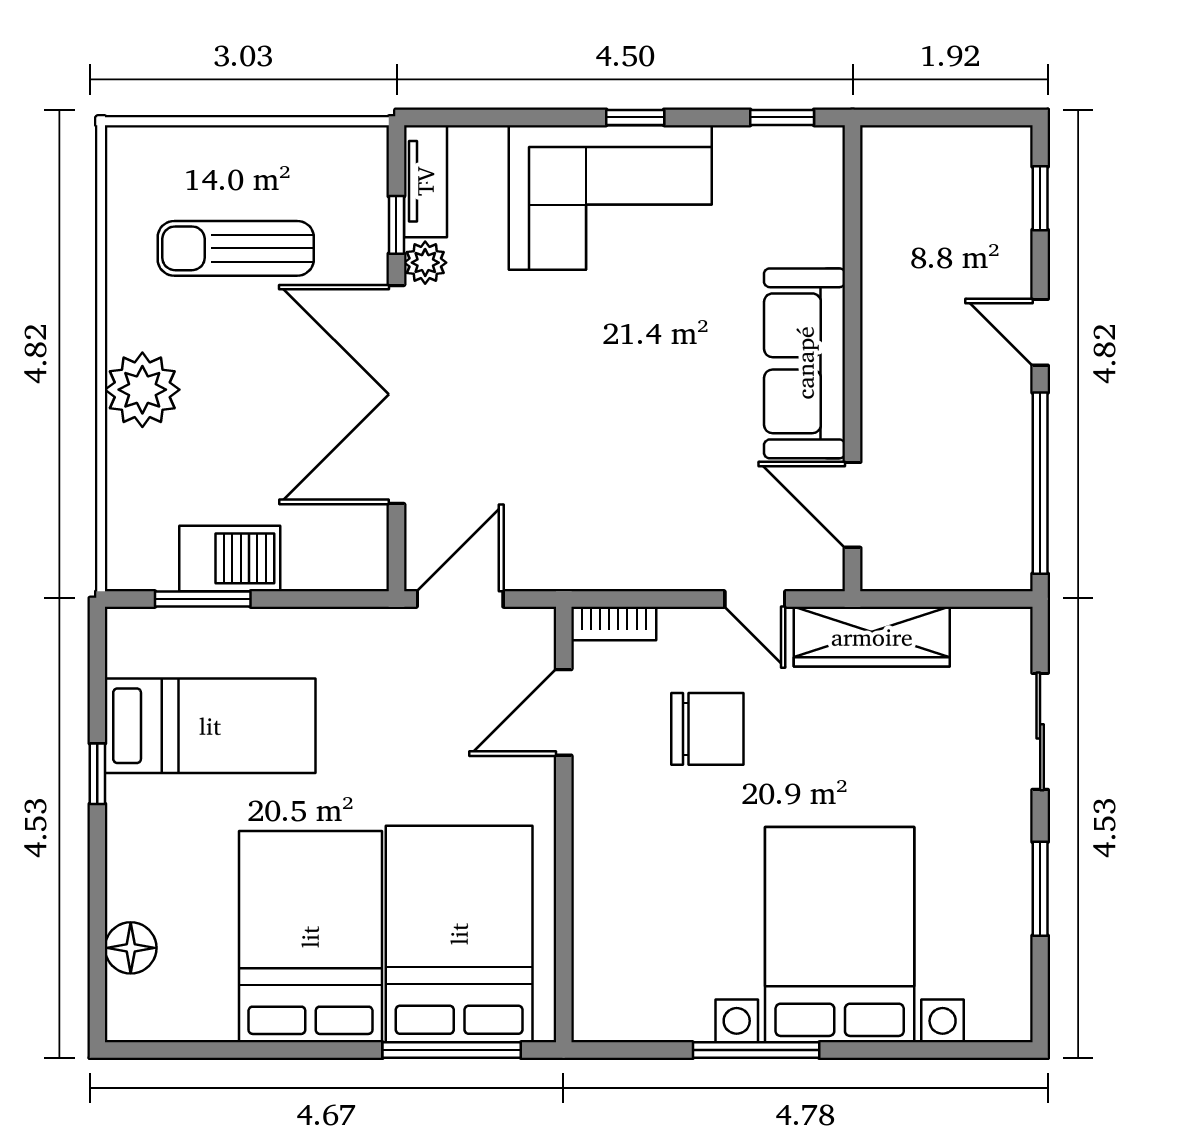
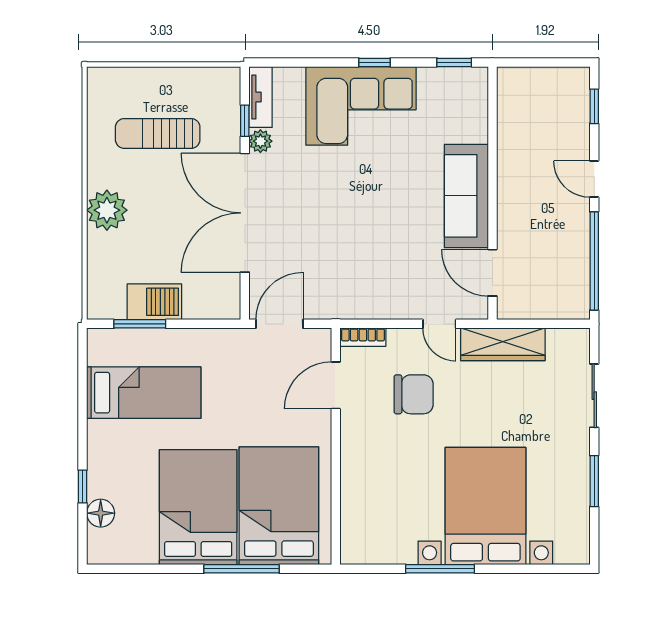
window: (97, 774) -> (83, 486), moved
window: (452, 1050) -> (242, 569), moved

